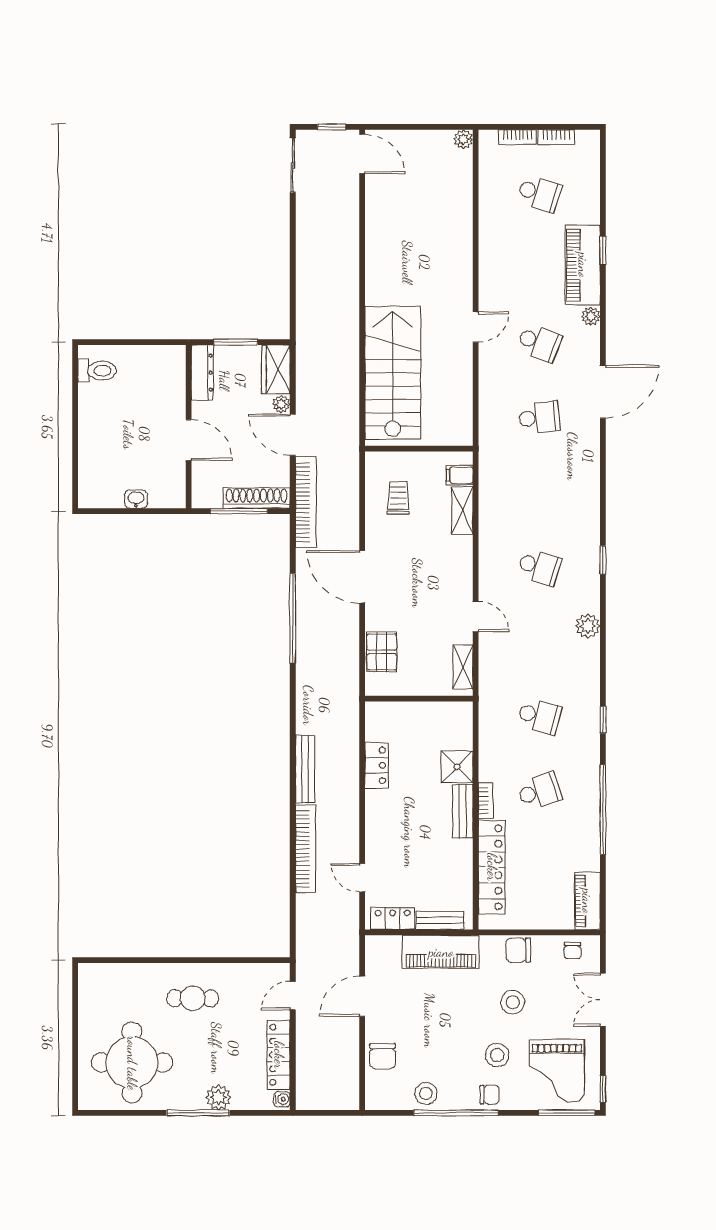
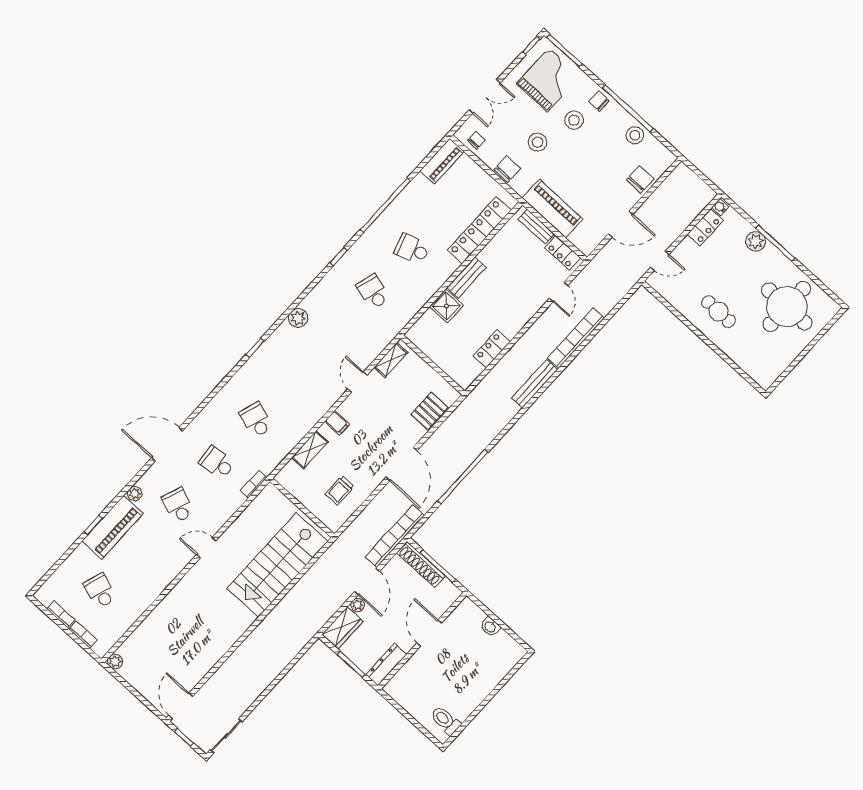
filing cabinet: (460, 475) -> (337, 423), moved
school desk: (539, 567) -> (256, 420), moved
bookcase: (486, 801) -> (254, 484), moved
chair: (518, 950) -> (507, 169), turned -90
locker: (279, 1055) -> (705, 228), width x0.66

